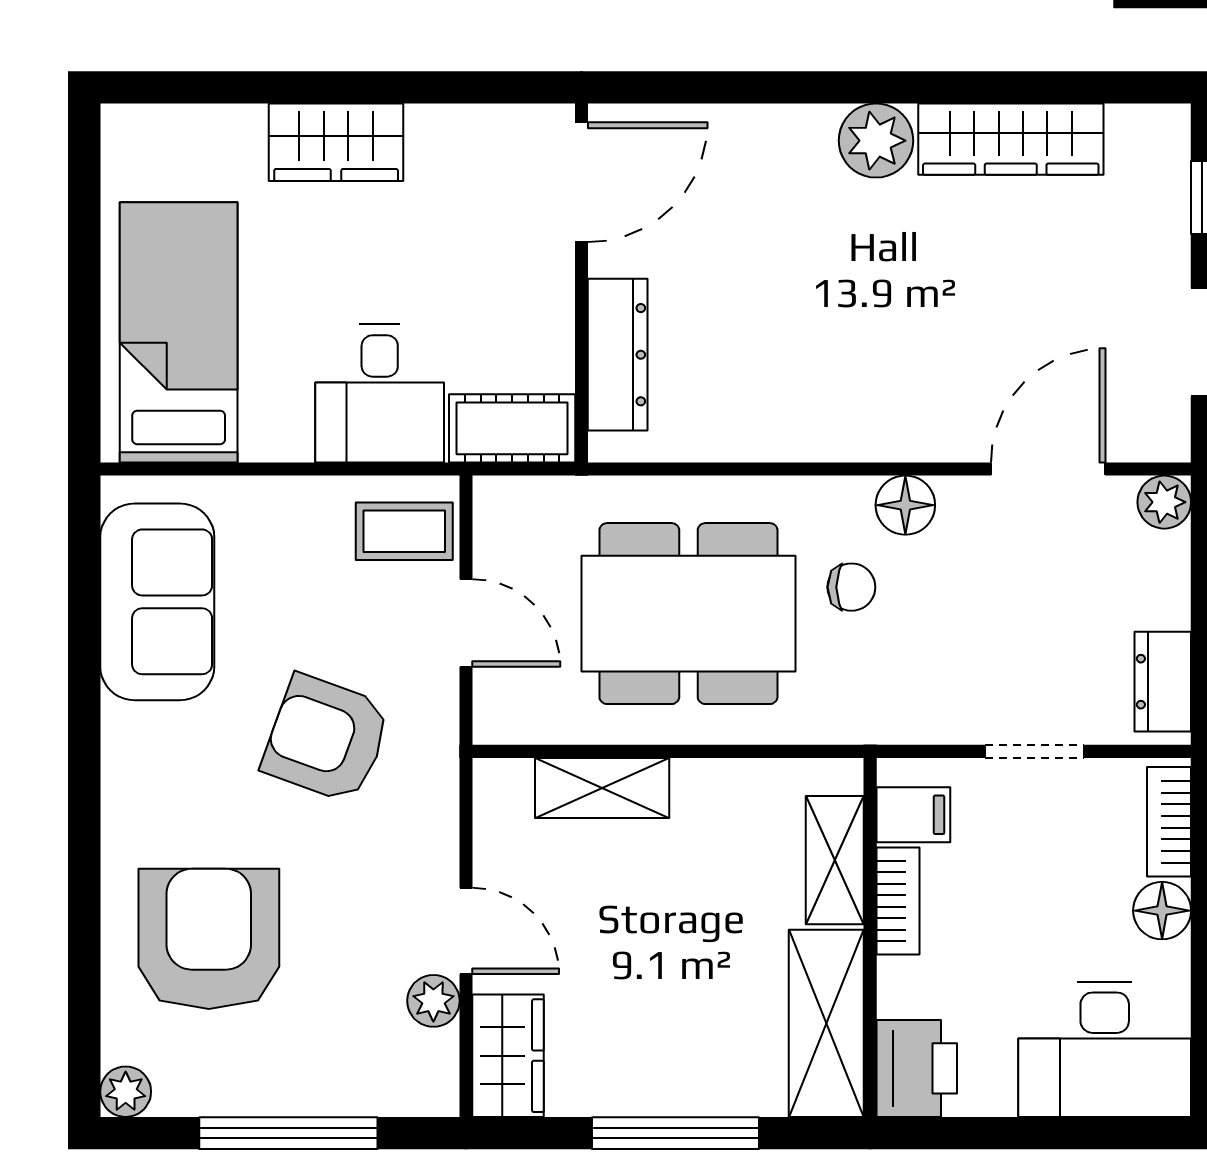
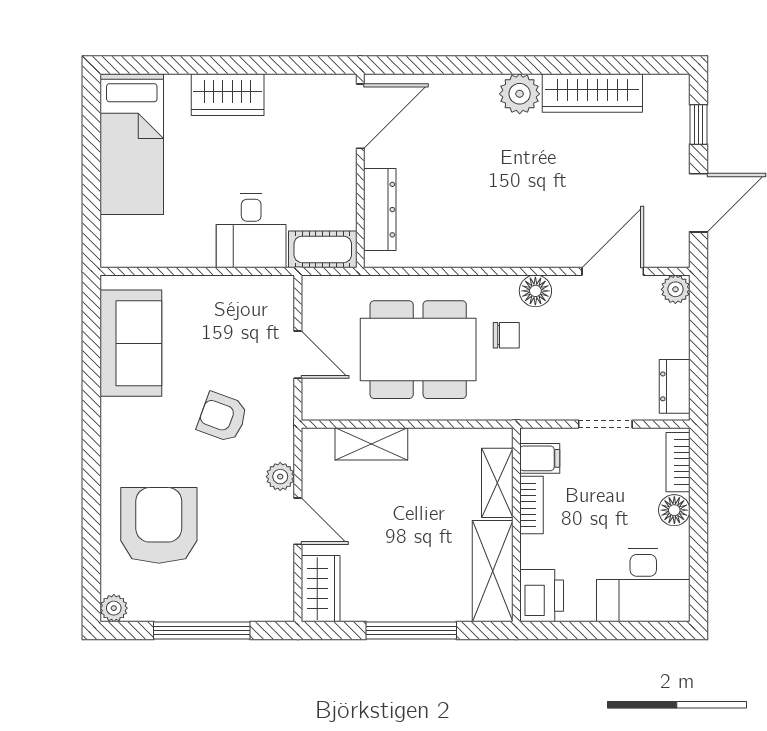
bed: (179, 332) -> (132, 144), moved, turned 180
coffee table: (404, 531) -> (264, 305), removed
armchair: (327, 739) -> (222, 417), width x0.72, depth x0.72
plant: (433, 1001) -> (280, 477), moved

